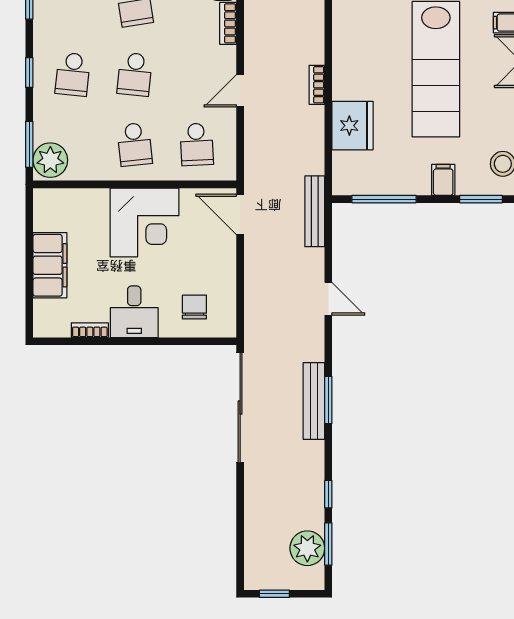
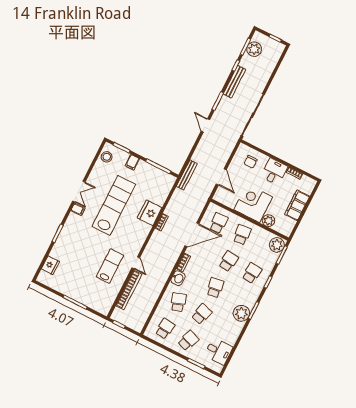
door: (240, 91) -> (192, 235), width x1.88
fridge: (353, 126) -> (150, 213), moved
plant: (94, 202) -> (268, 221), added
door: (240, 214) -> (221, 177), moved
door: (328, 299) -> (205, 125), moved
bench: (314, 401) -> (234, 82), moved

